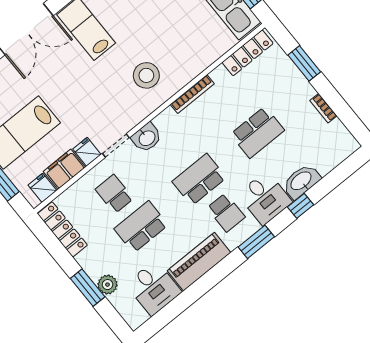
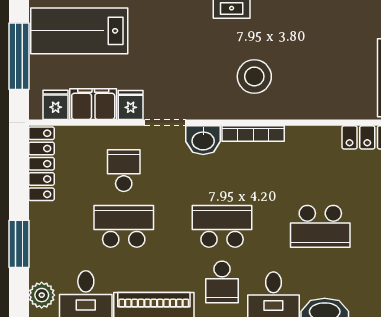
bookcase: (192, 94) -> (253, 134), moved
plant: (108, 285) -> (42, 295), moved

